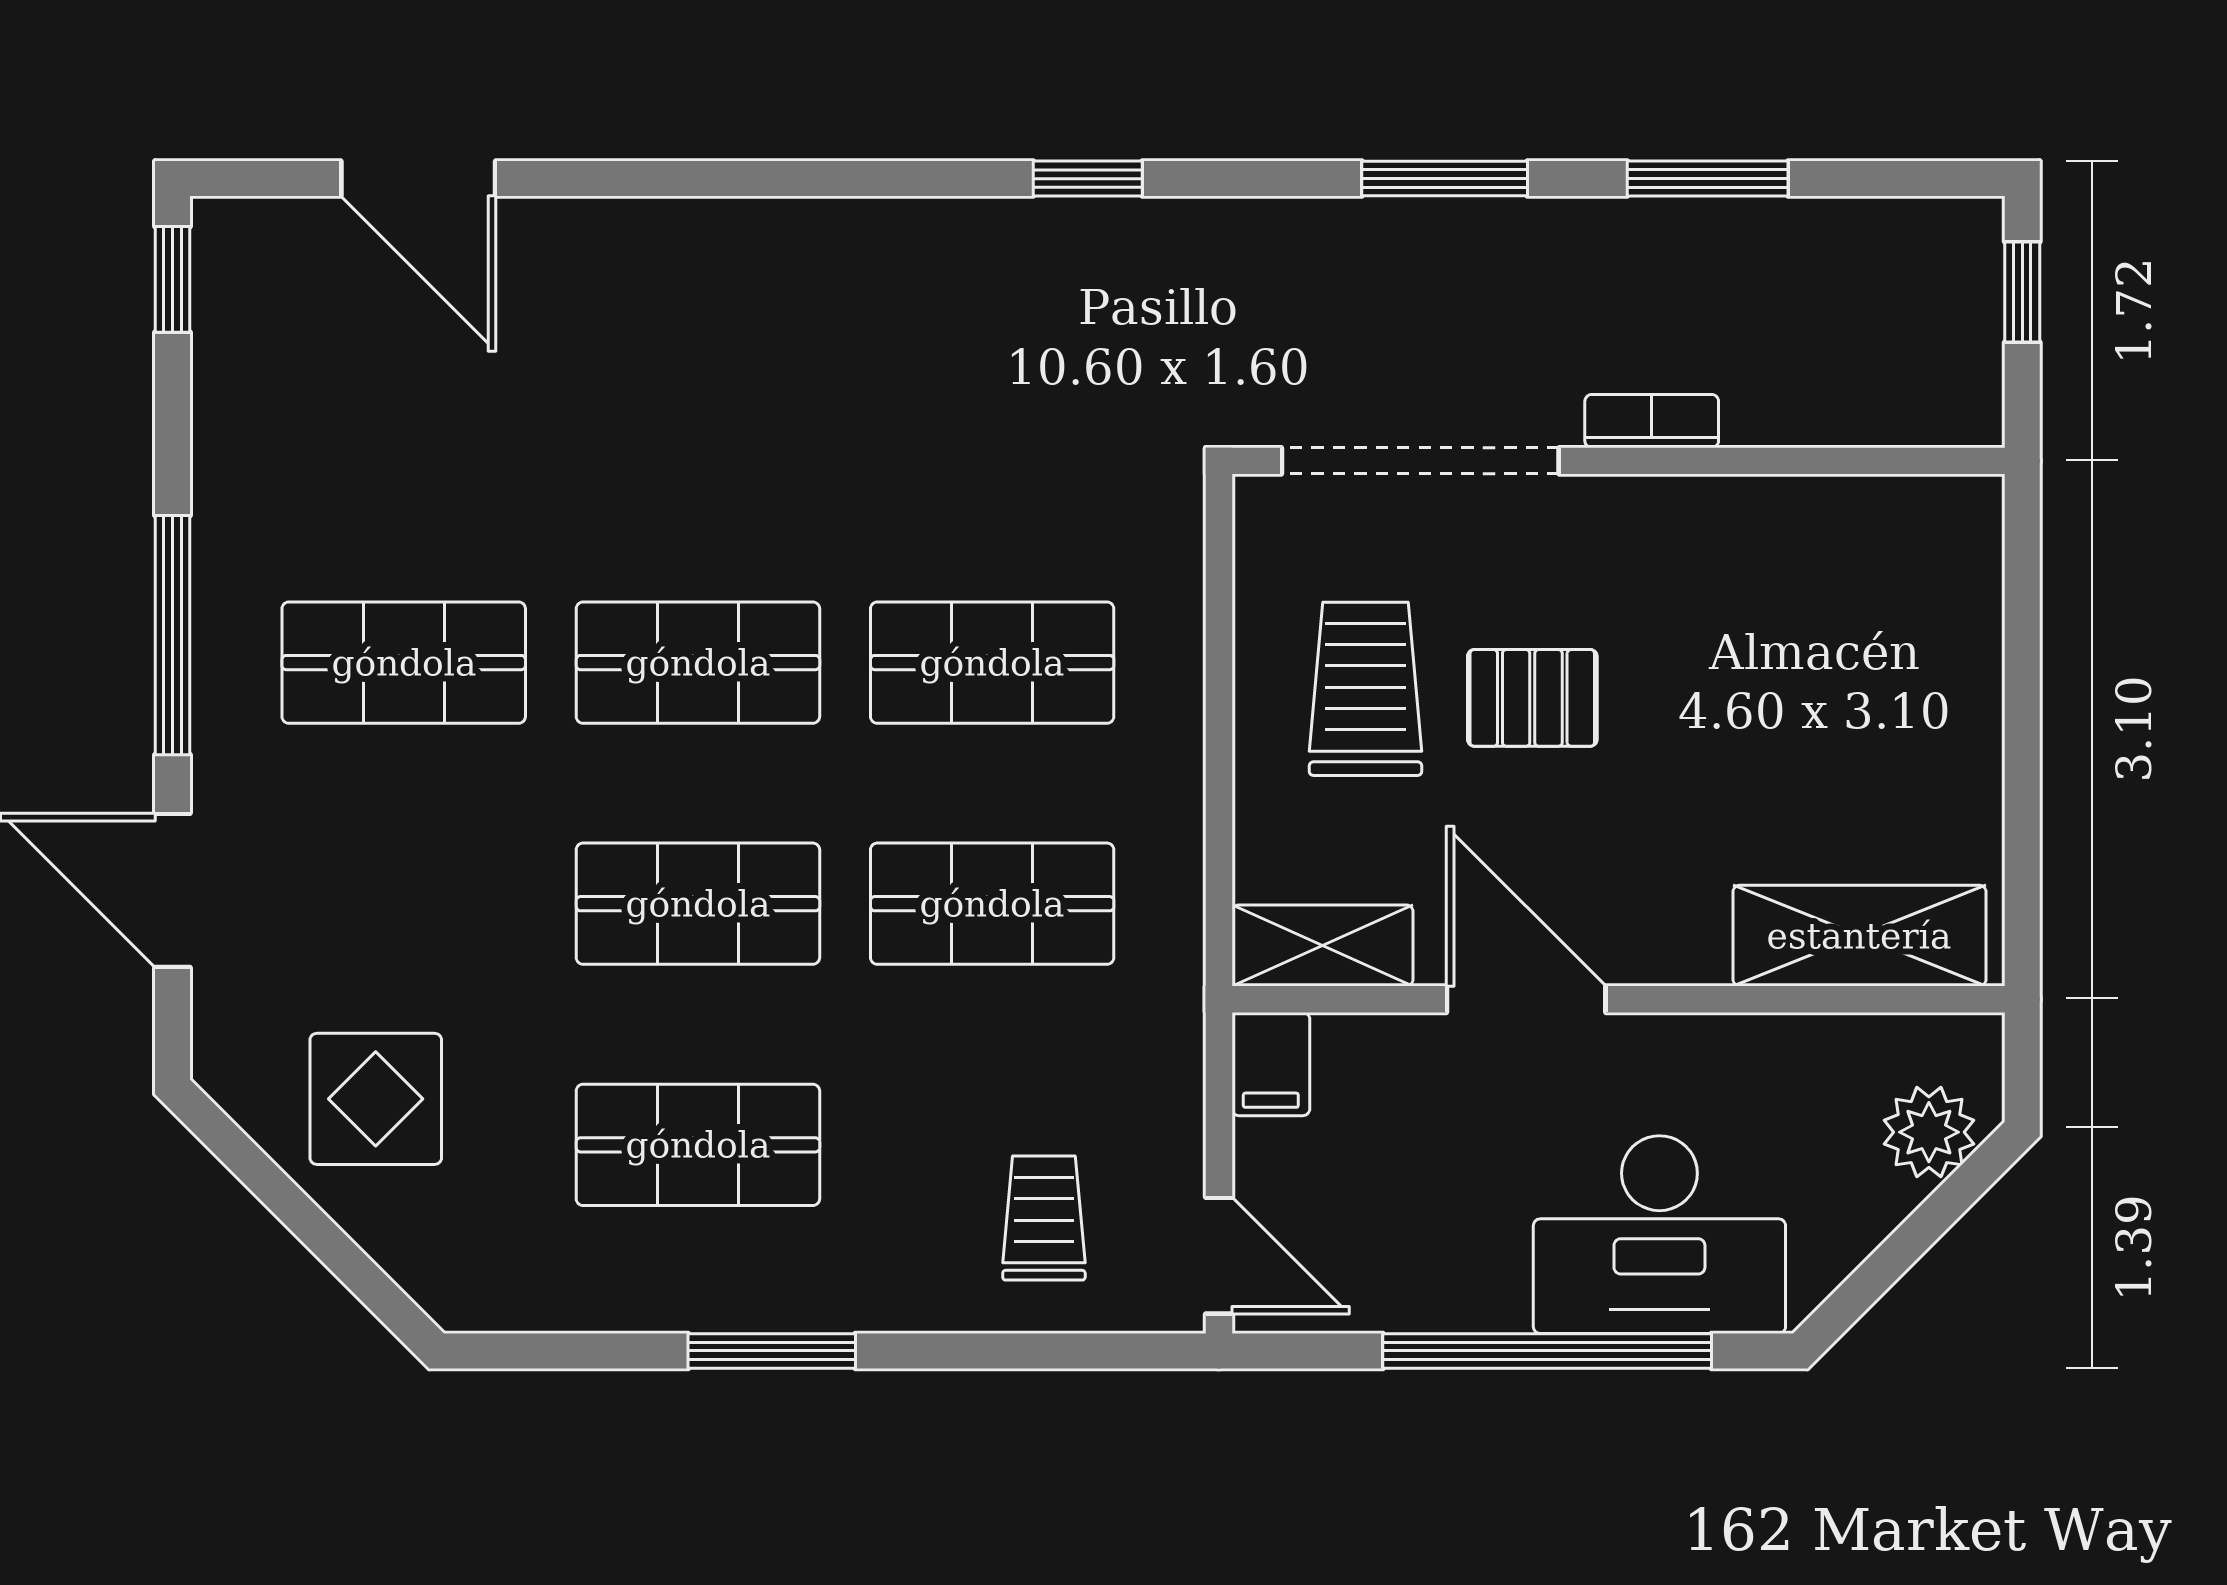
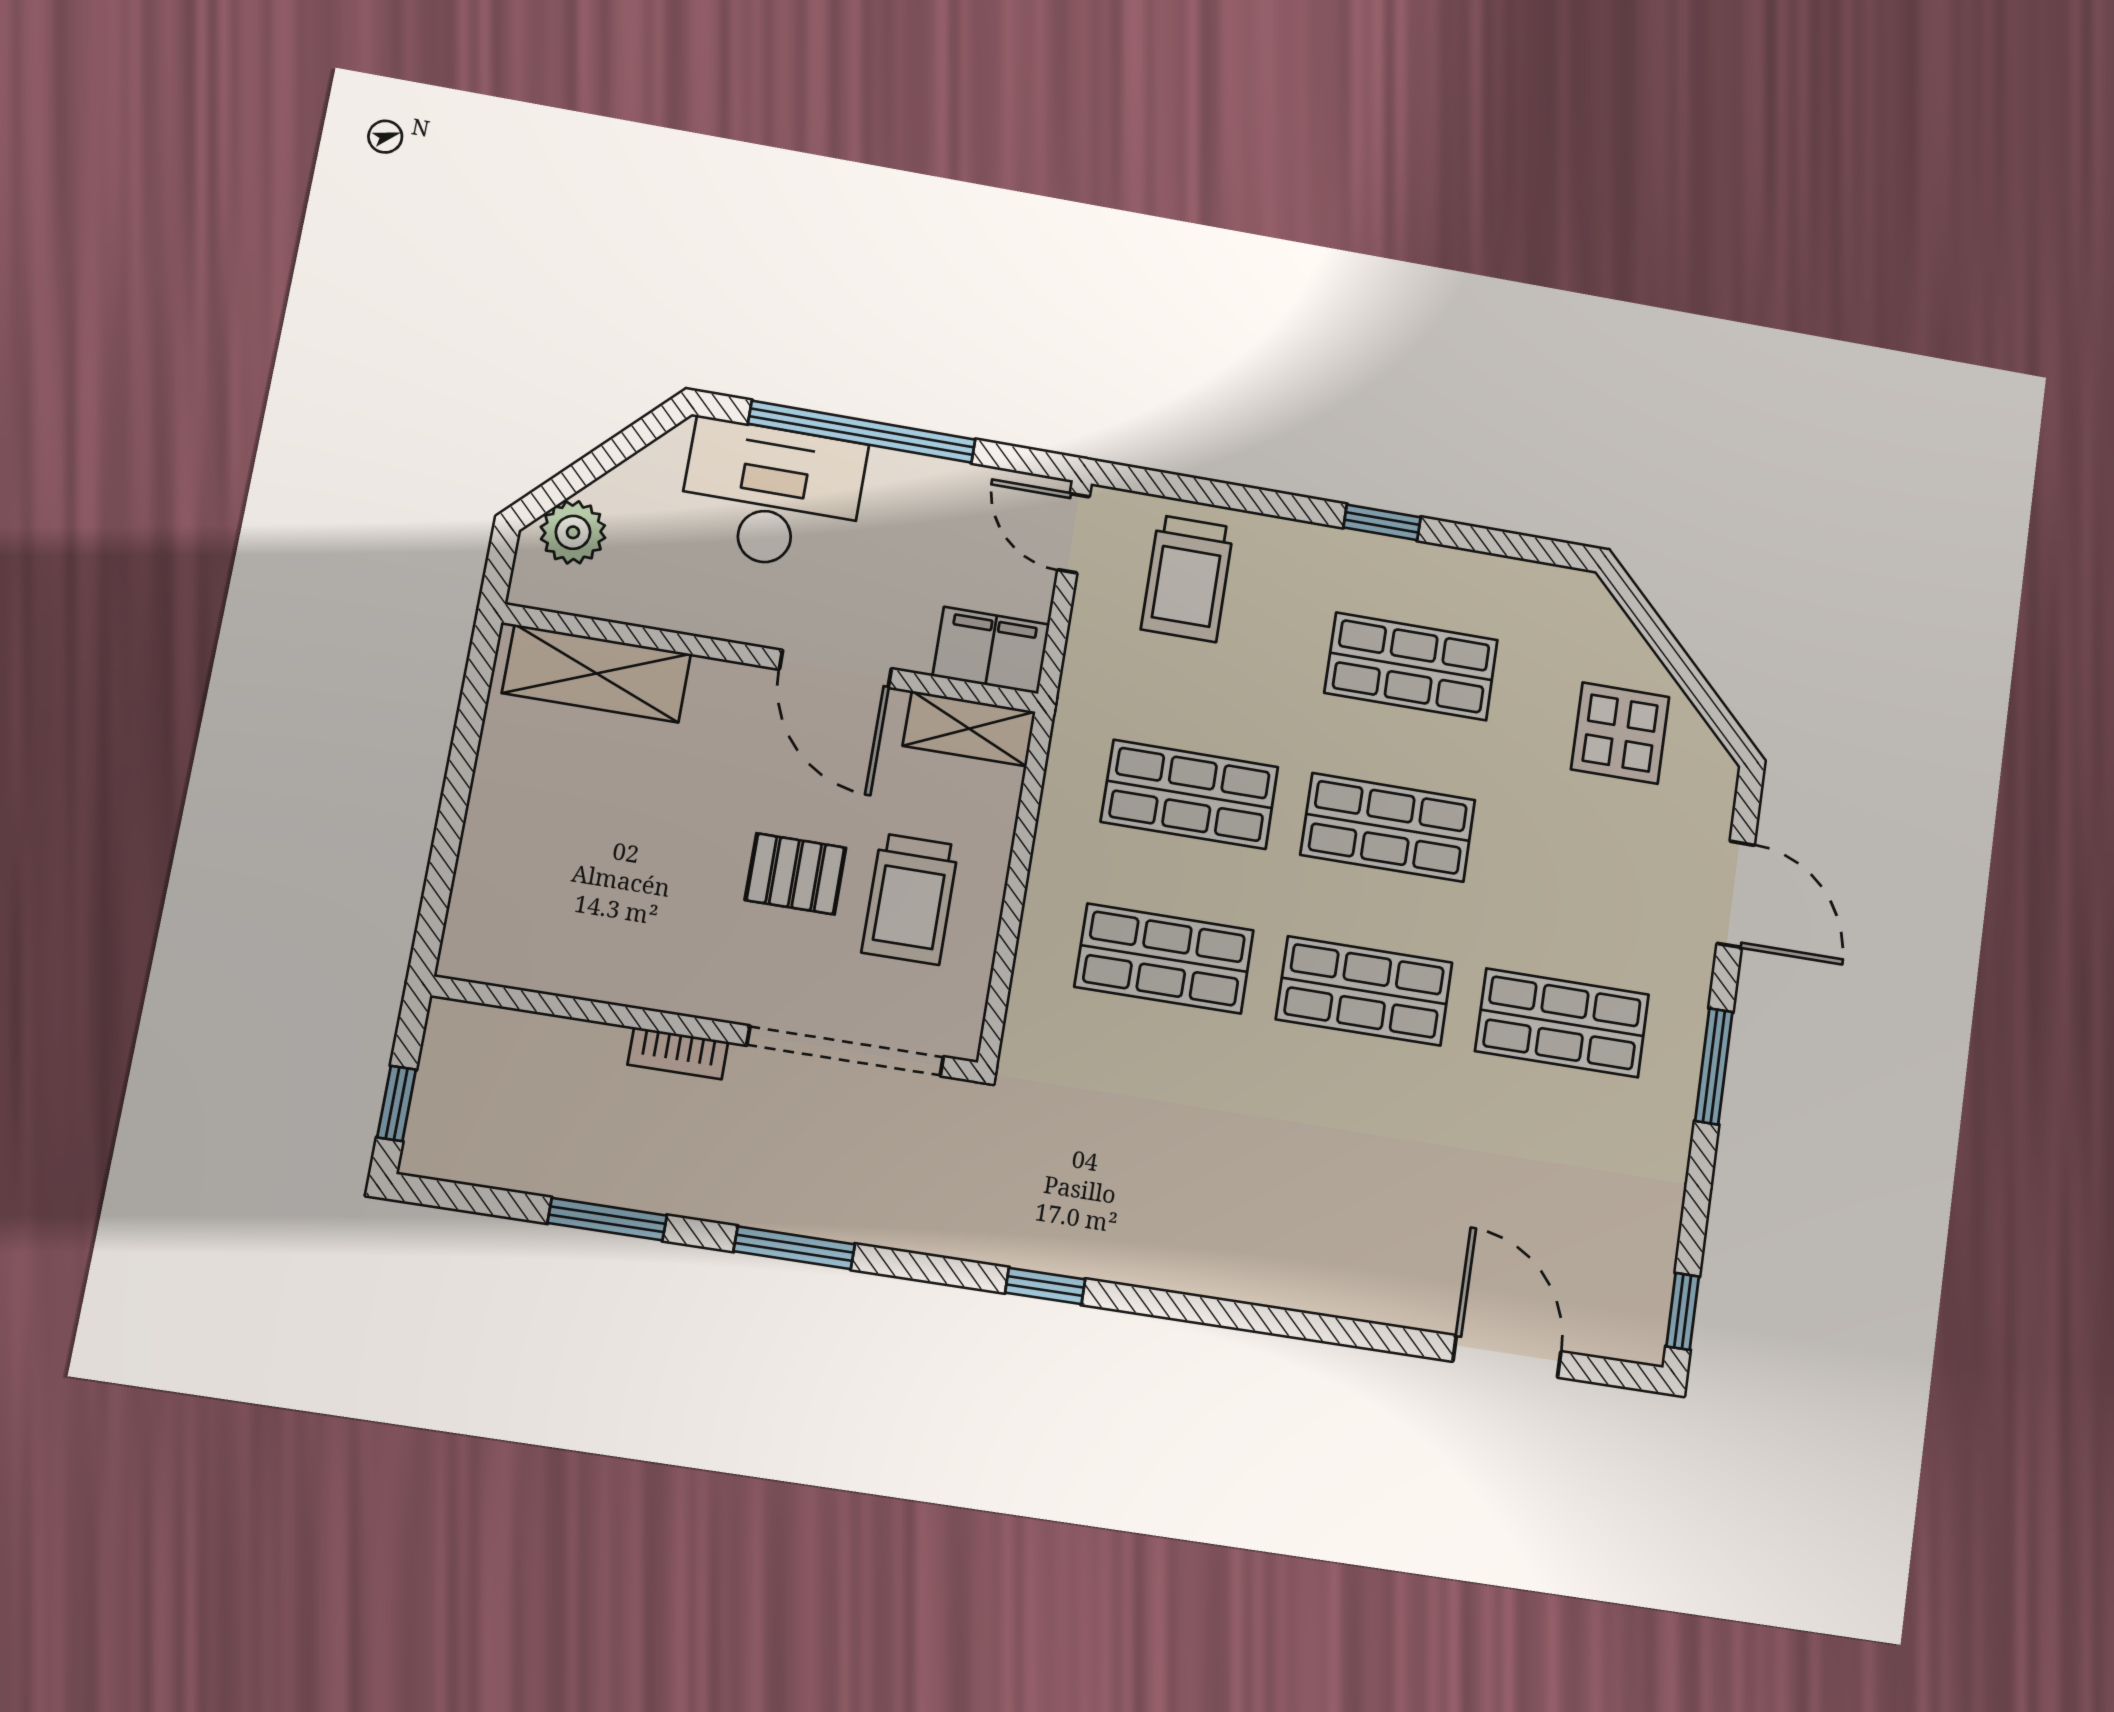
window: (173, 635) -> (1714, 1066), width x0.69
filing cabinet: (1271, 1064) -> (991, 650), width x2.00
trolley: (1044, 1218) -> (1187, 578), width x1.36, depth x1.39
window: (772, 1351) -> (1382, 522), width x0.67

